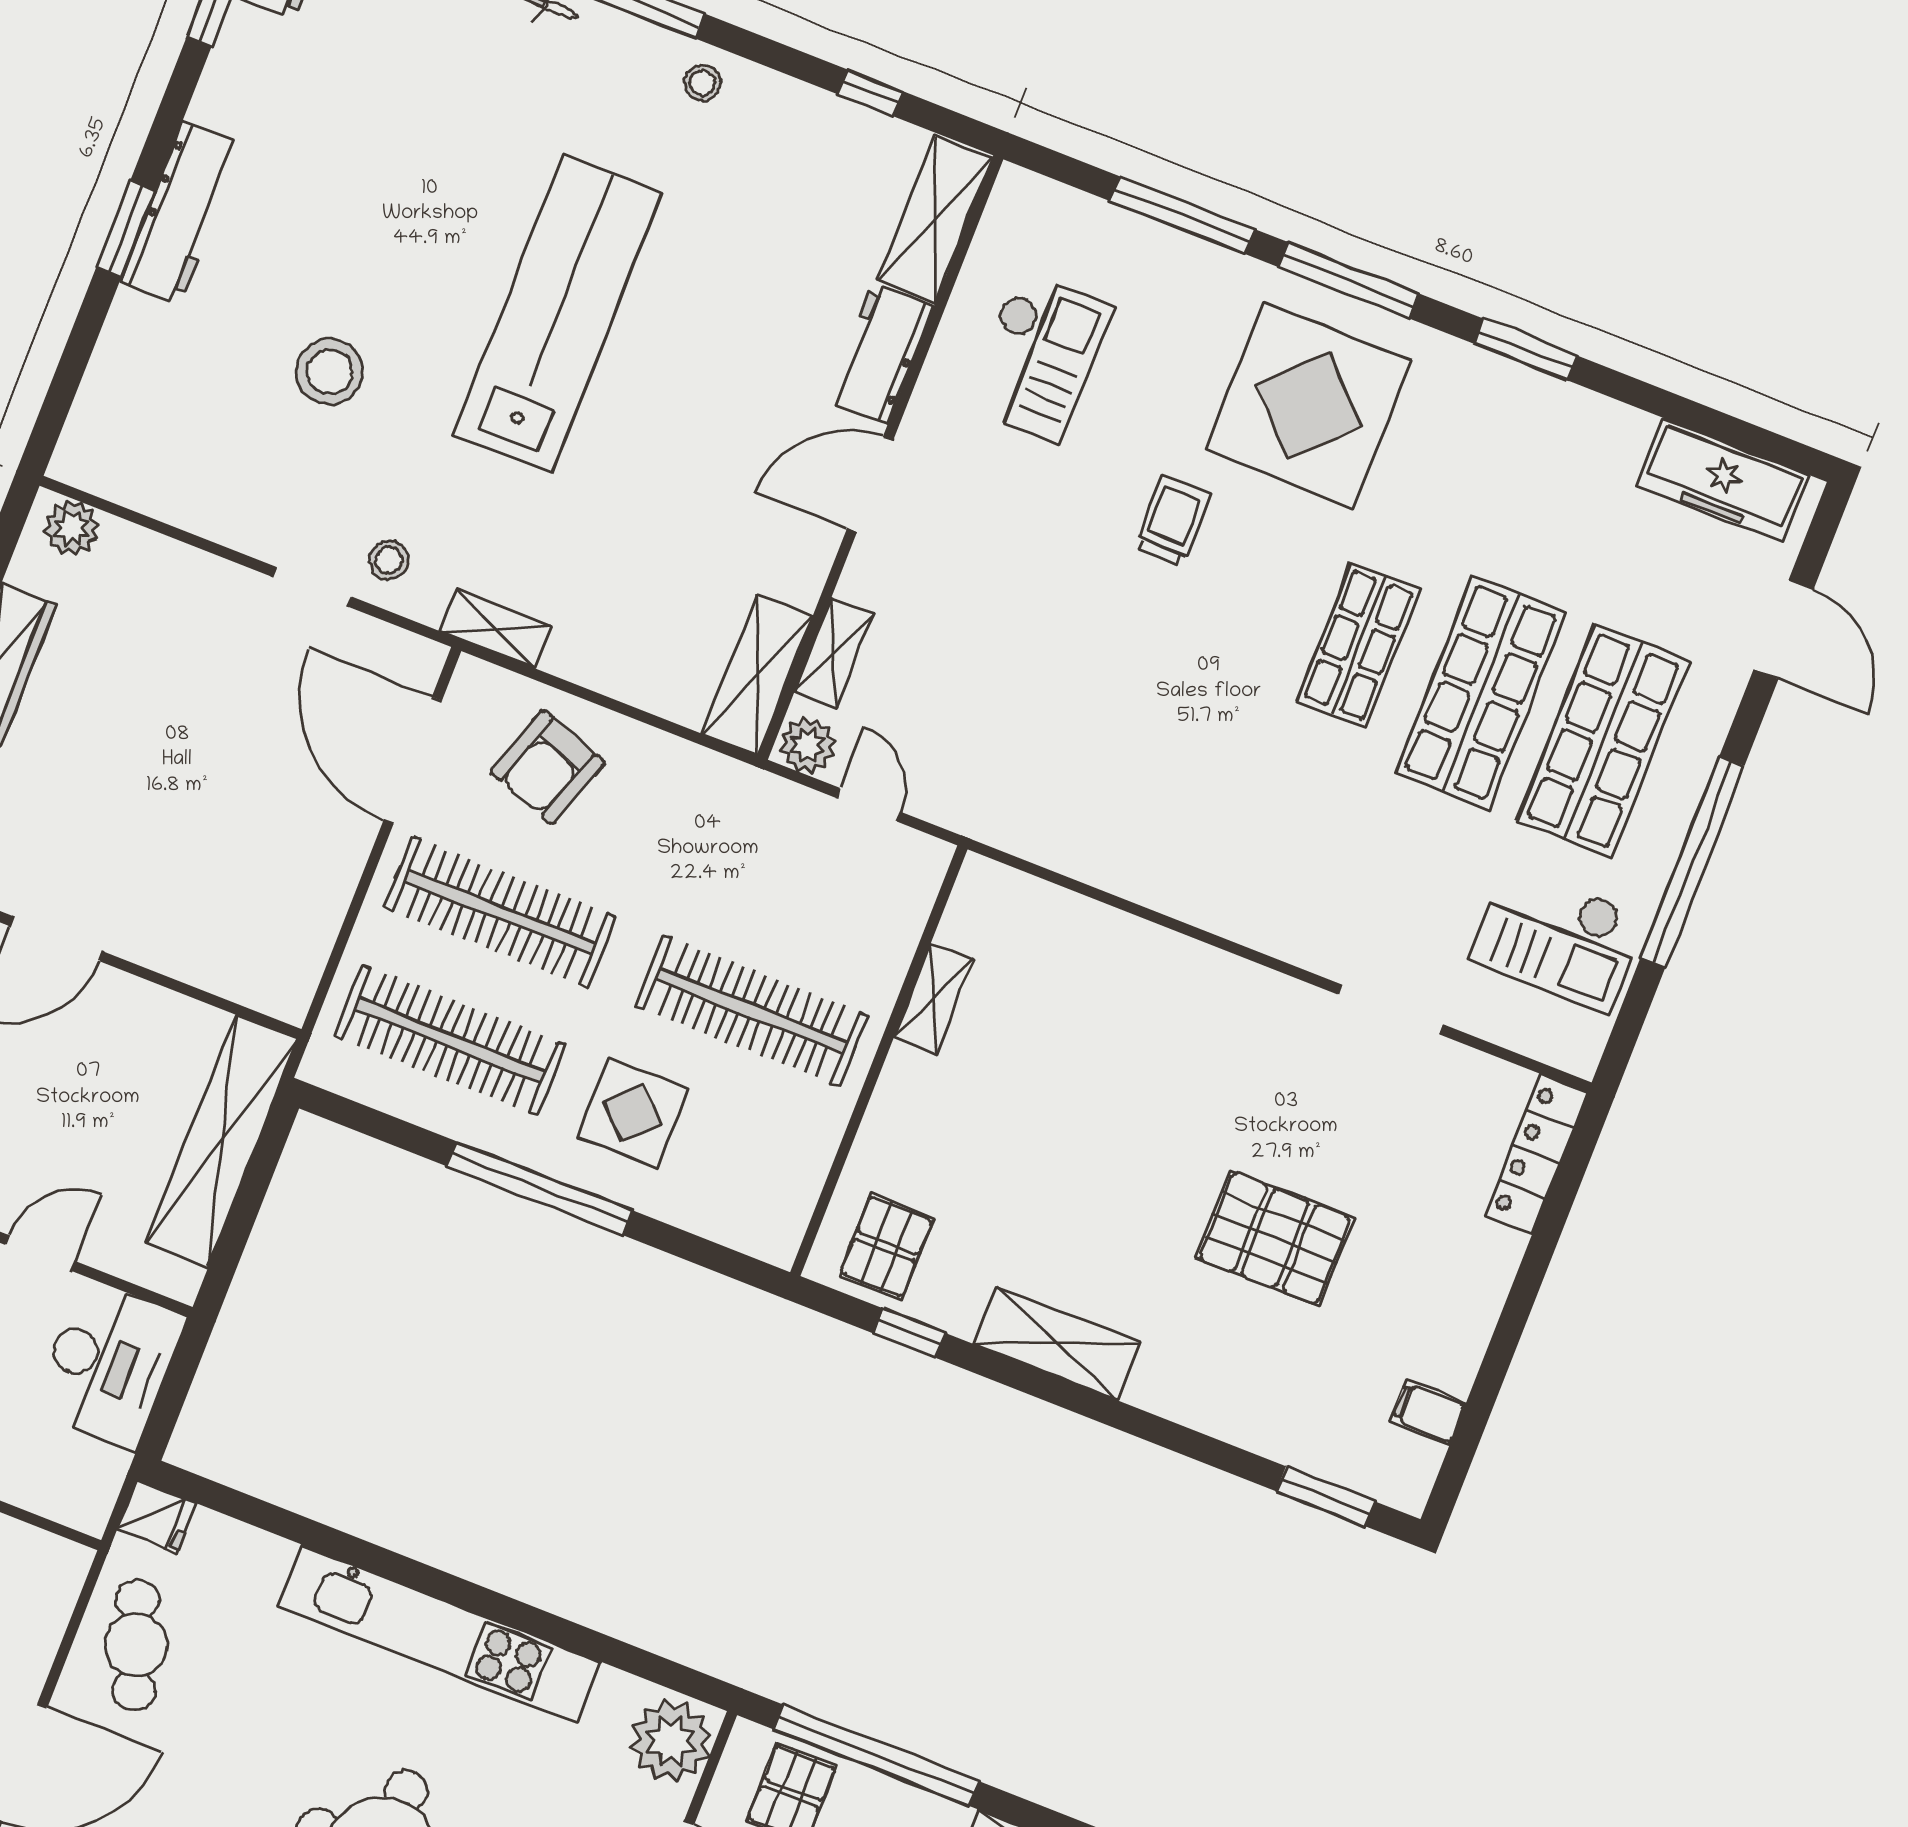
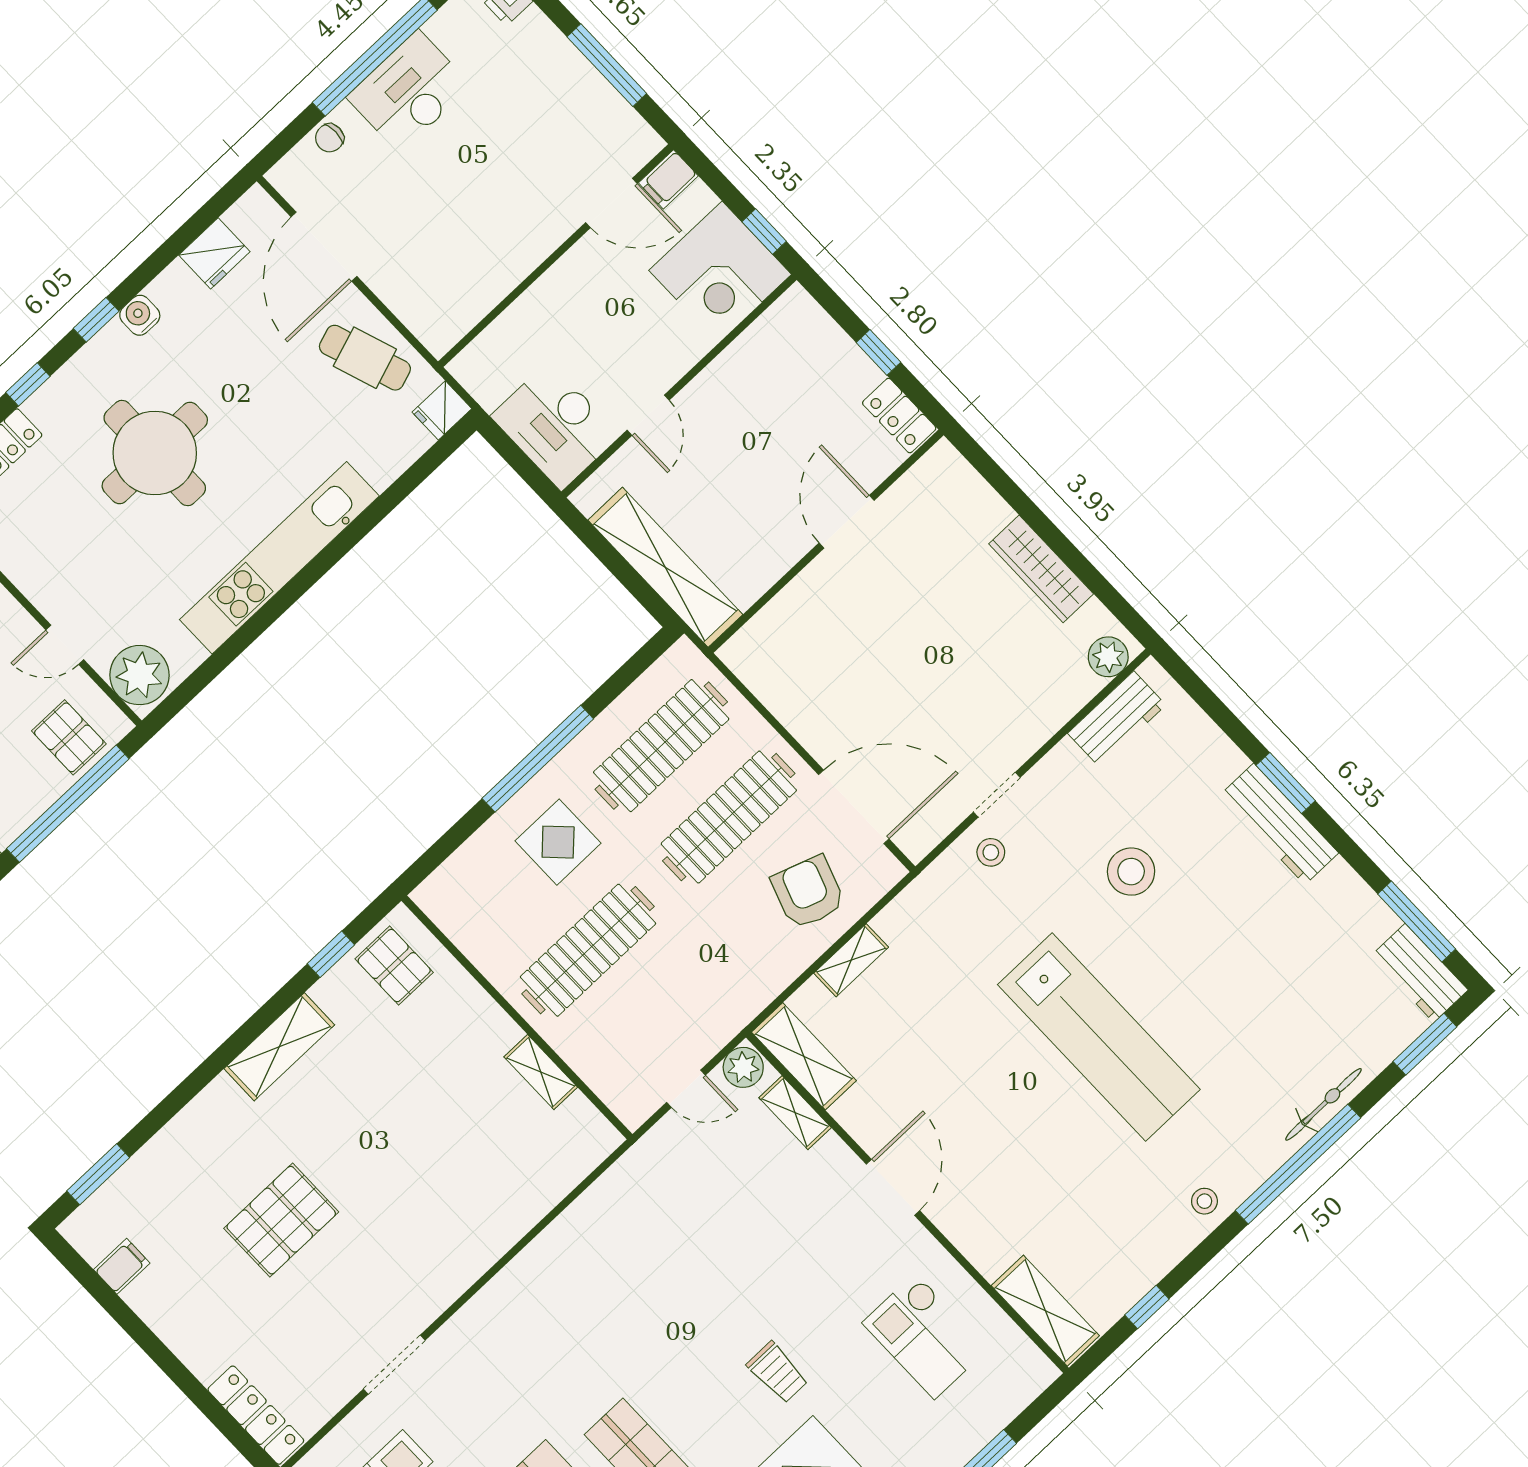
workbench: (880, 354) -> (1117, 719), moved, turned 90
shelving: (496, 629) -> (851, 960), moved

